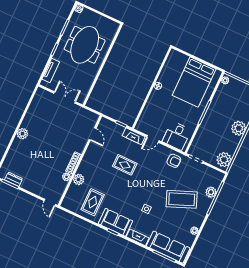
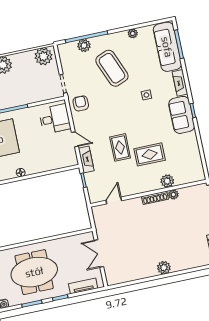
rug: (93, 202) -> (150, 154), moved

